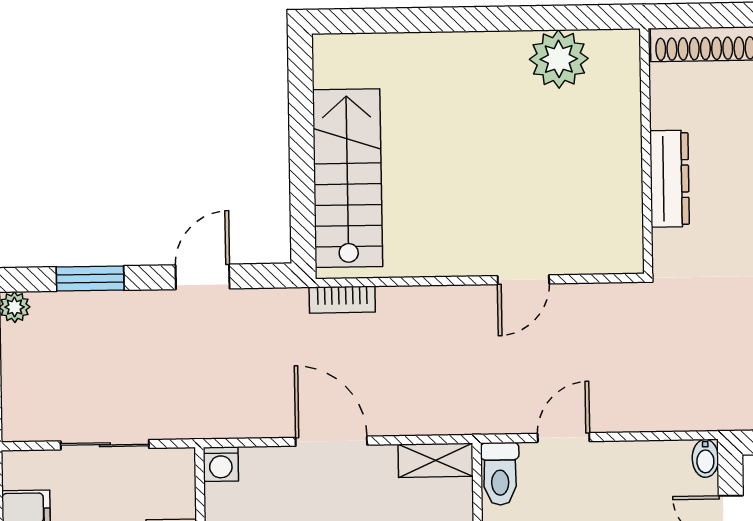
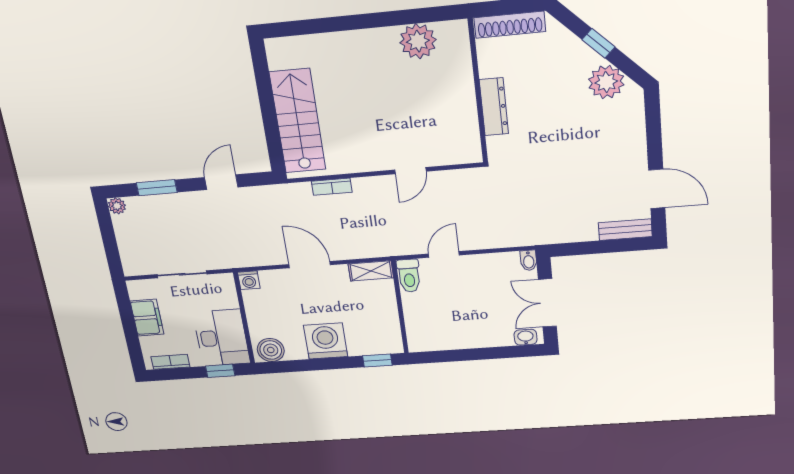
bookcase: (342, 300) -> (332, 187), moved

